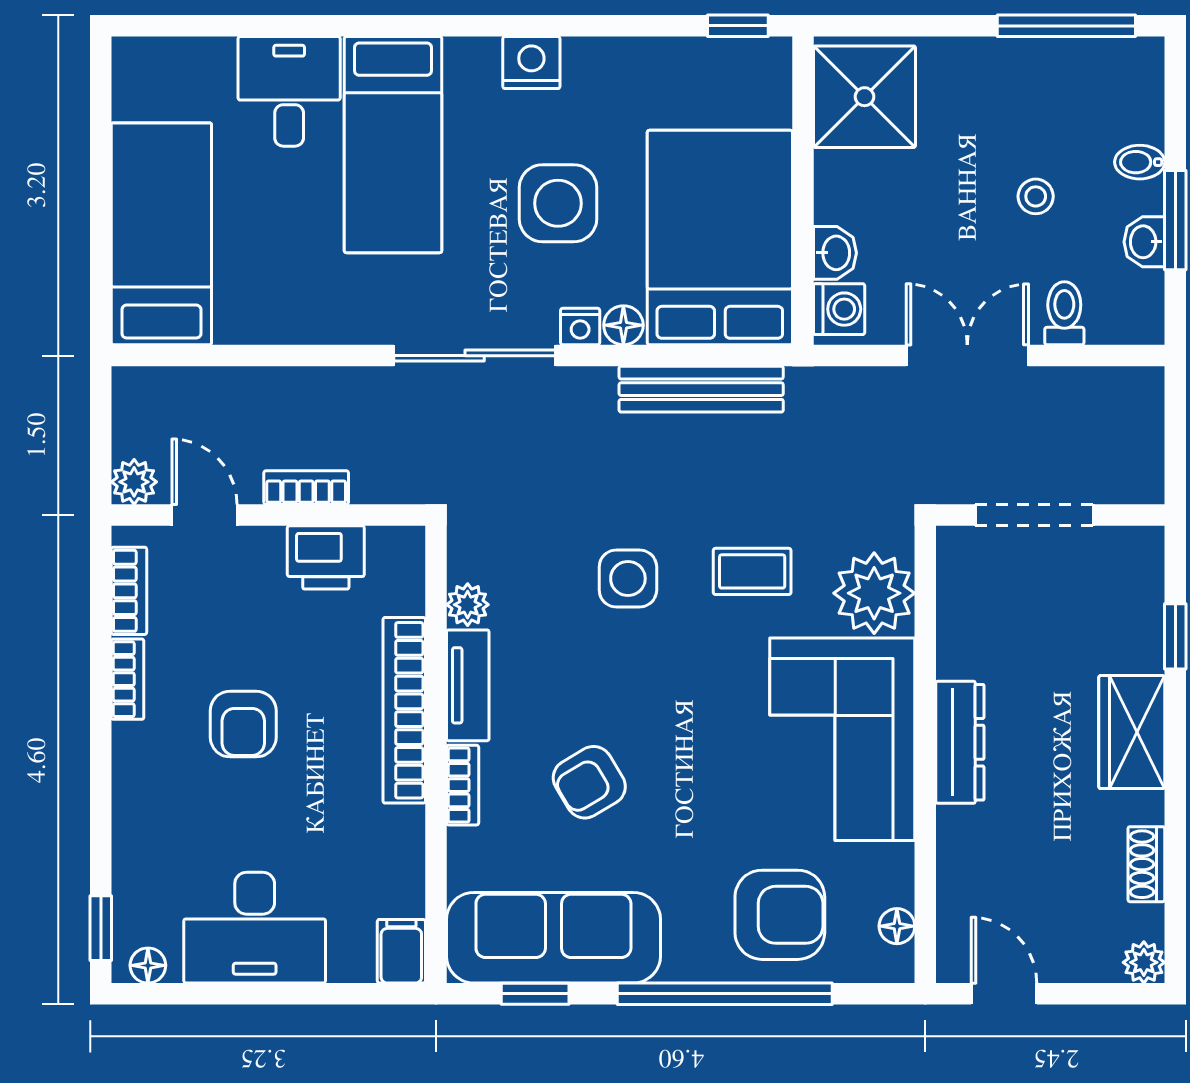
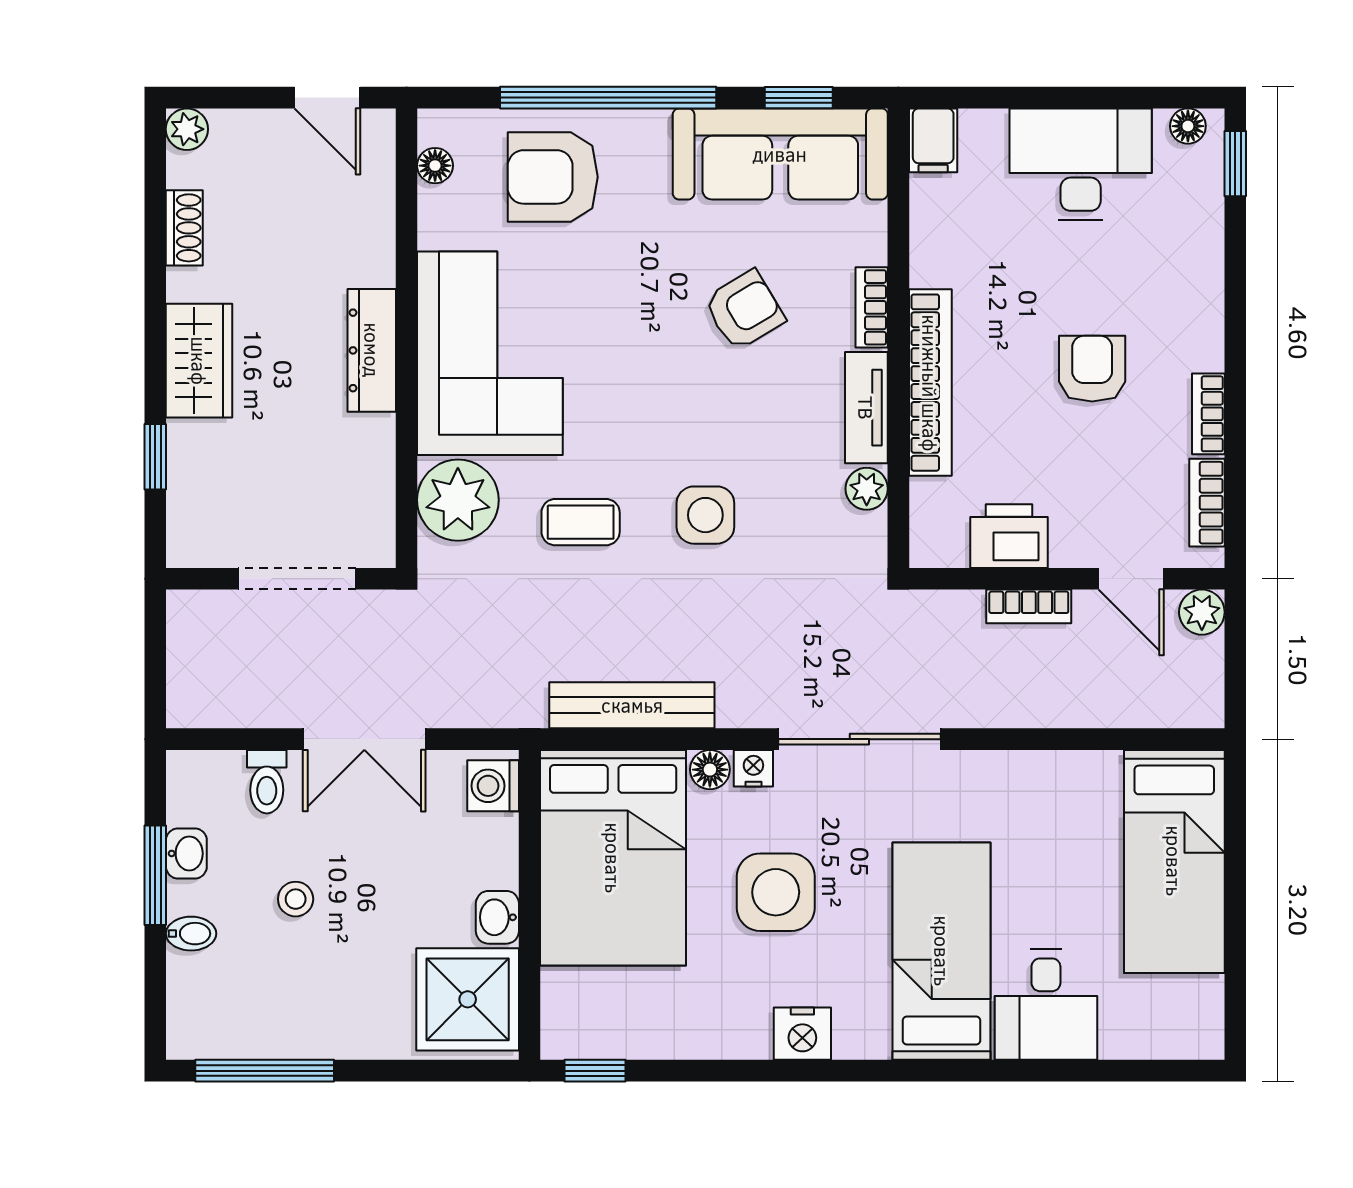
washbasin: (835, 253) -> (497, 917), moved

